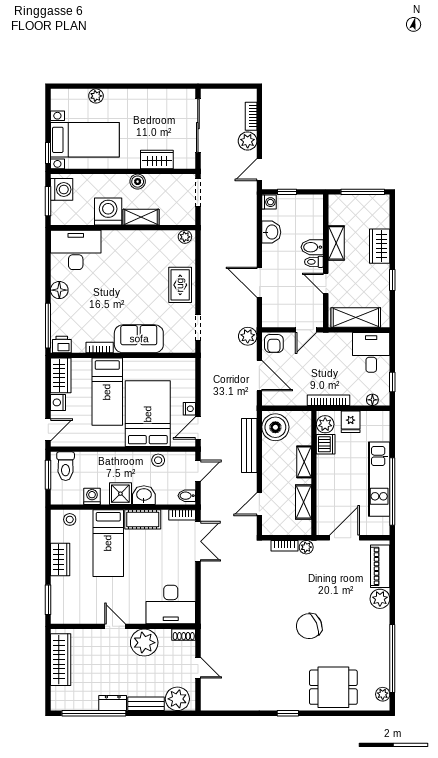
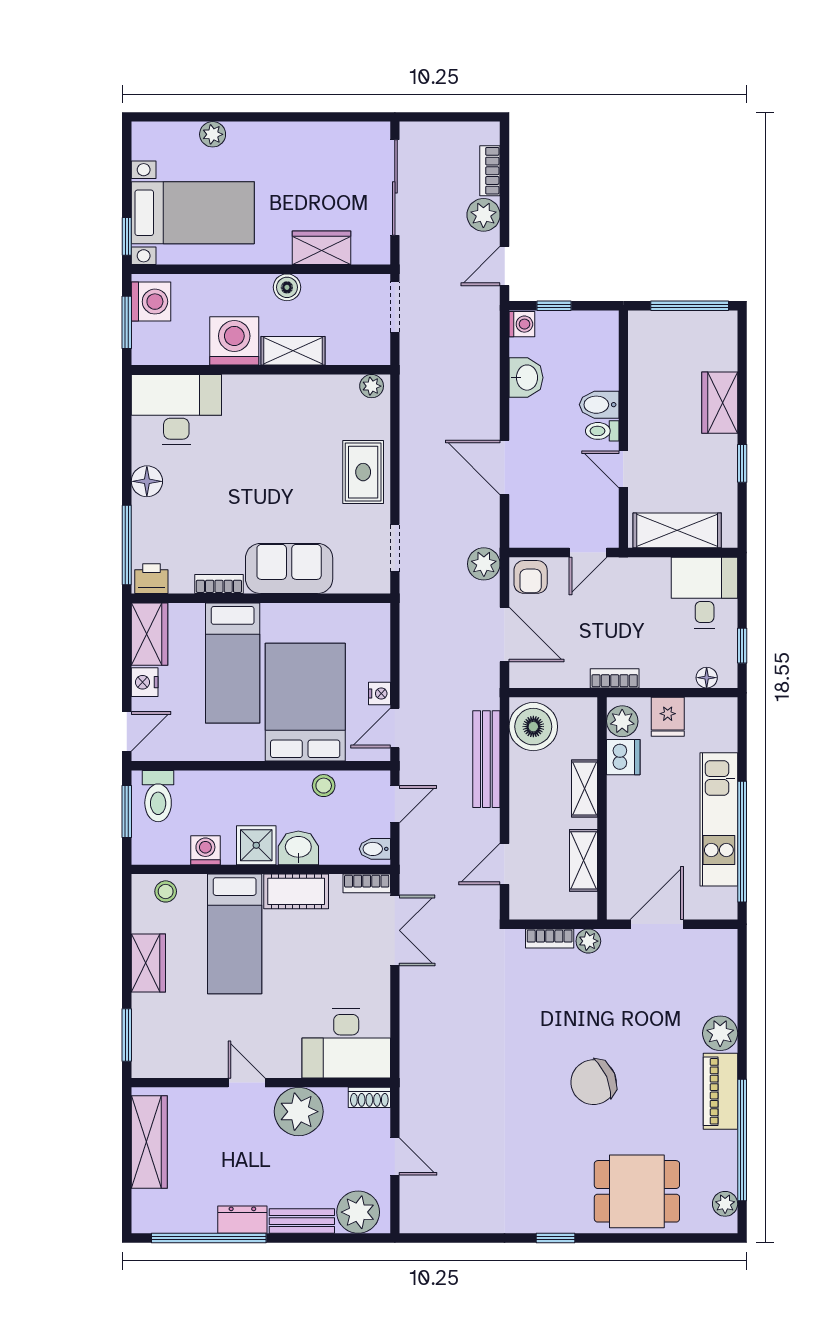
shelving: (336, 243) -> (642, 397), removed
bookcase: (329, 400) -> (615, 678), width x0.64
piano: (380, 566) -> (721, 1091), moved

